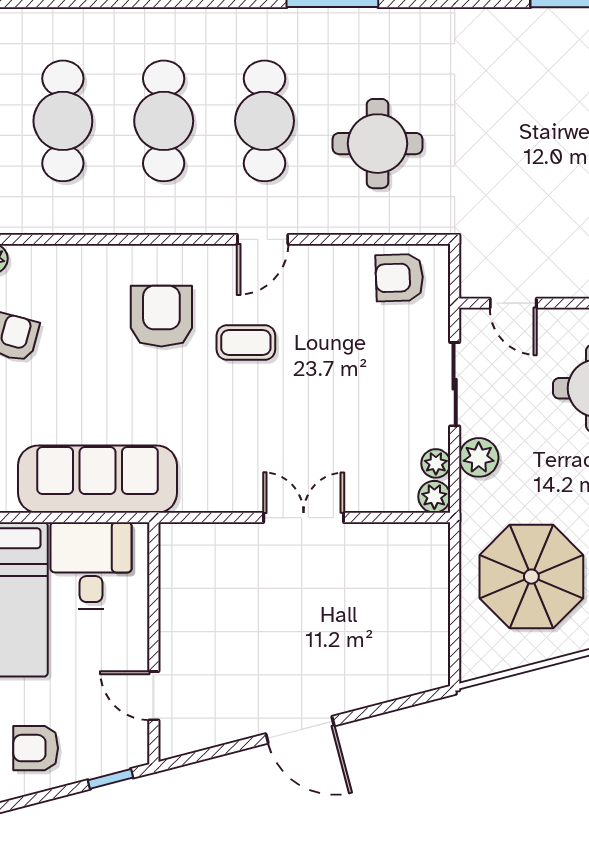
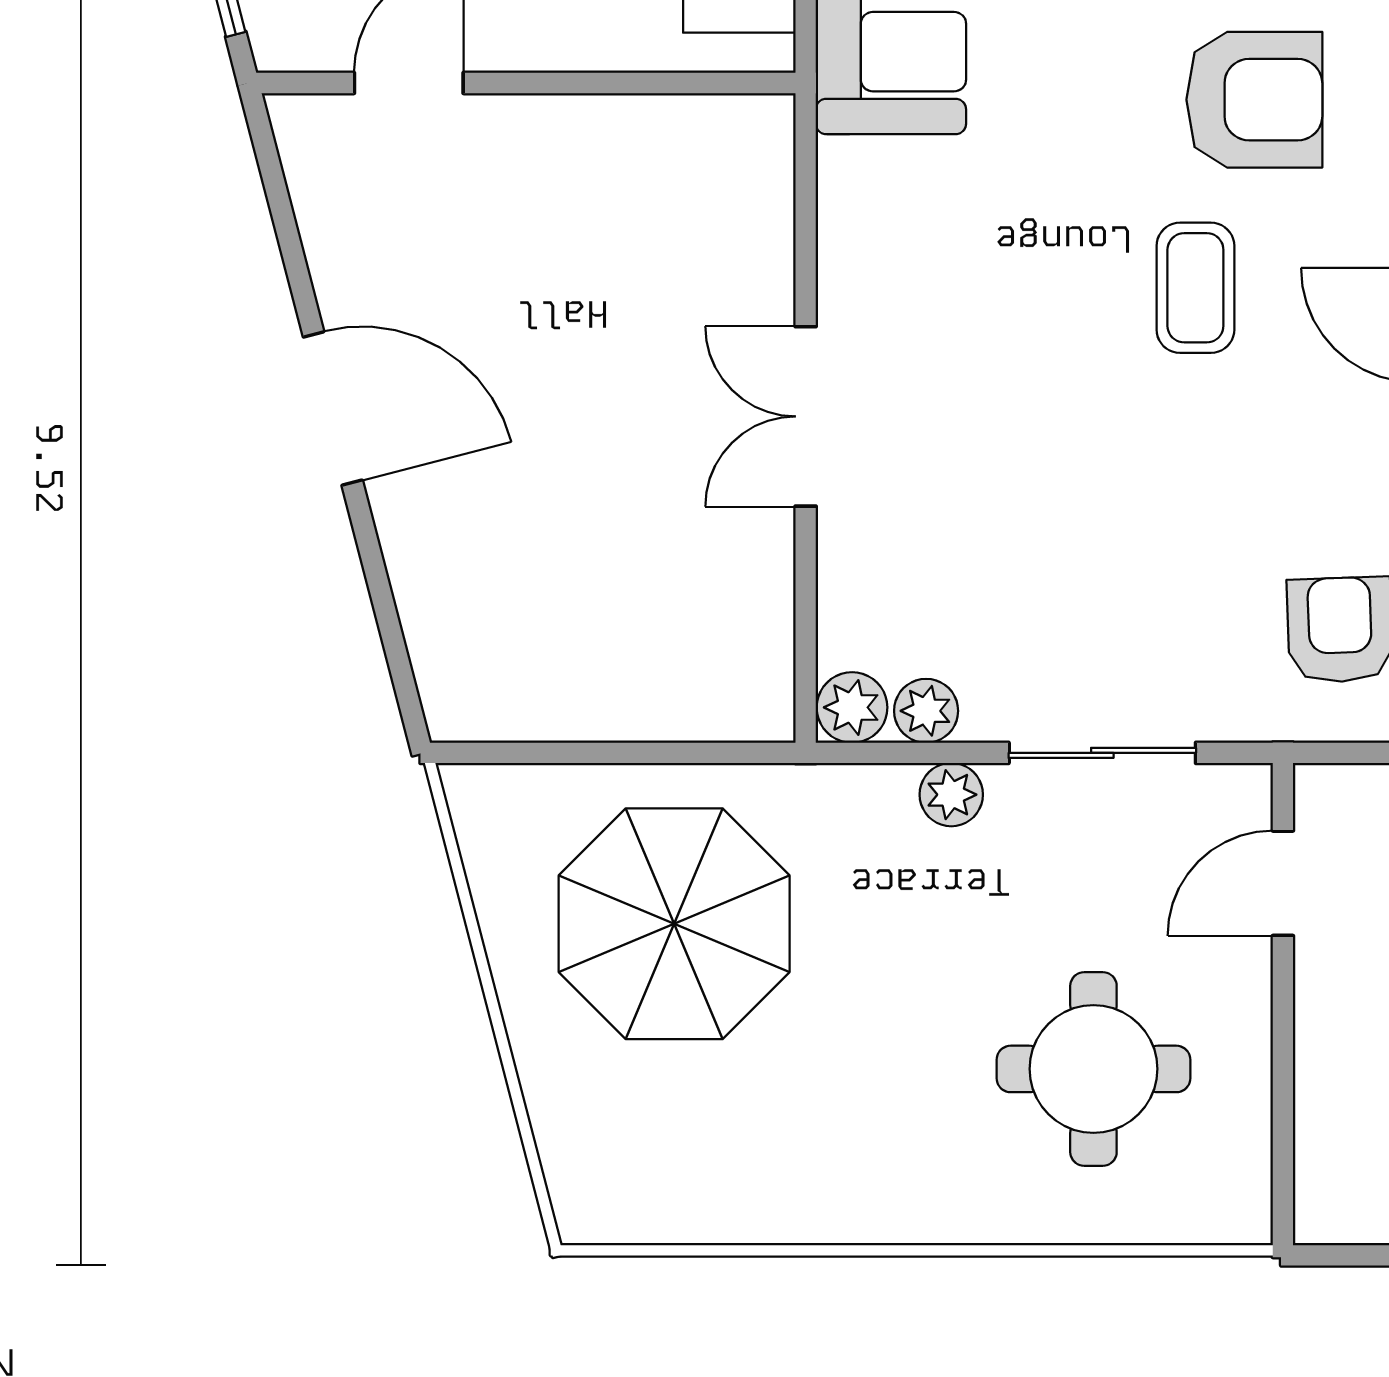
plant: (479, 457) -> (951, 795), width x0.73, depth x0.73
double door: (304, 518) -> (806, 416), swing flipped
door: (300, 730) -> (333, 409), swing flipped

